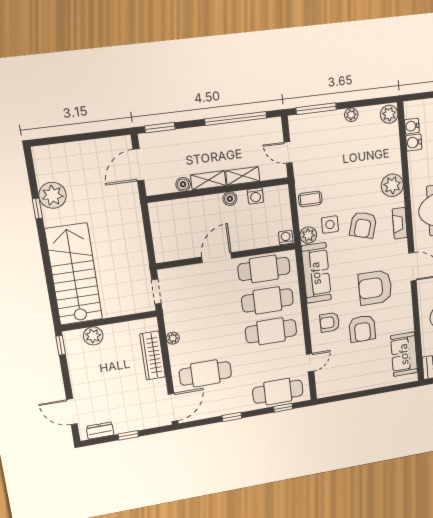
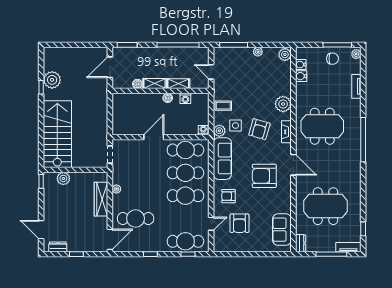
armchair: (362, 329) -> (239, 223), moved

